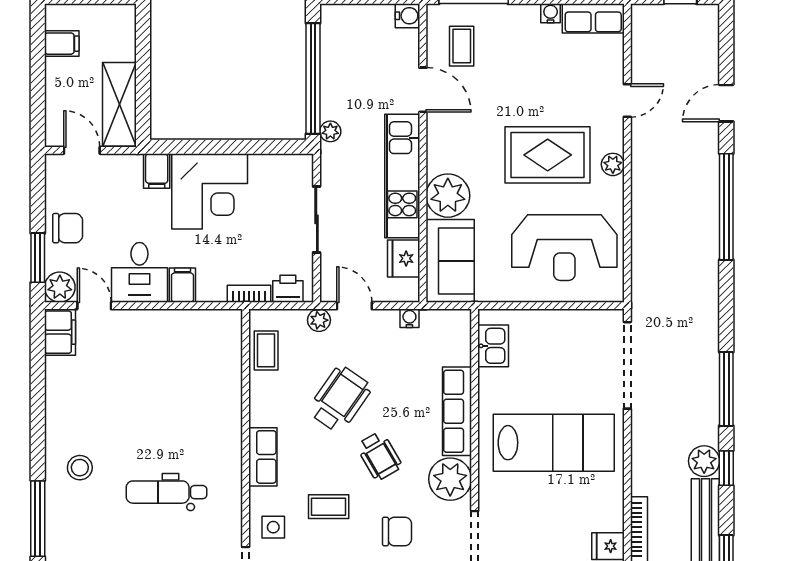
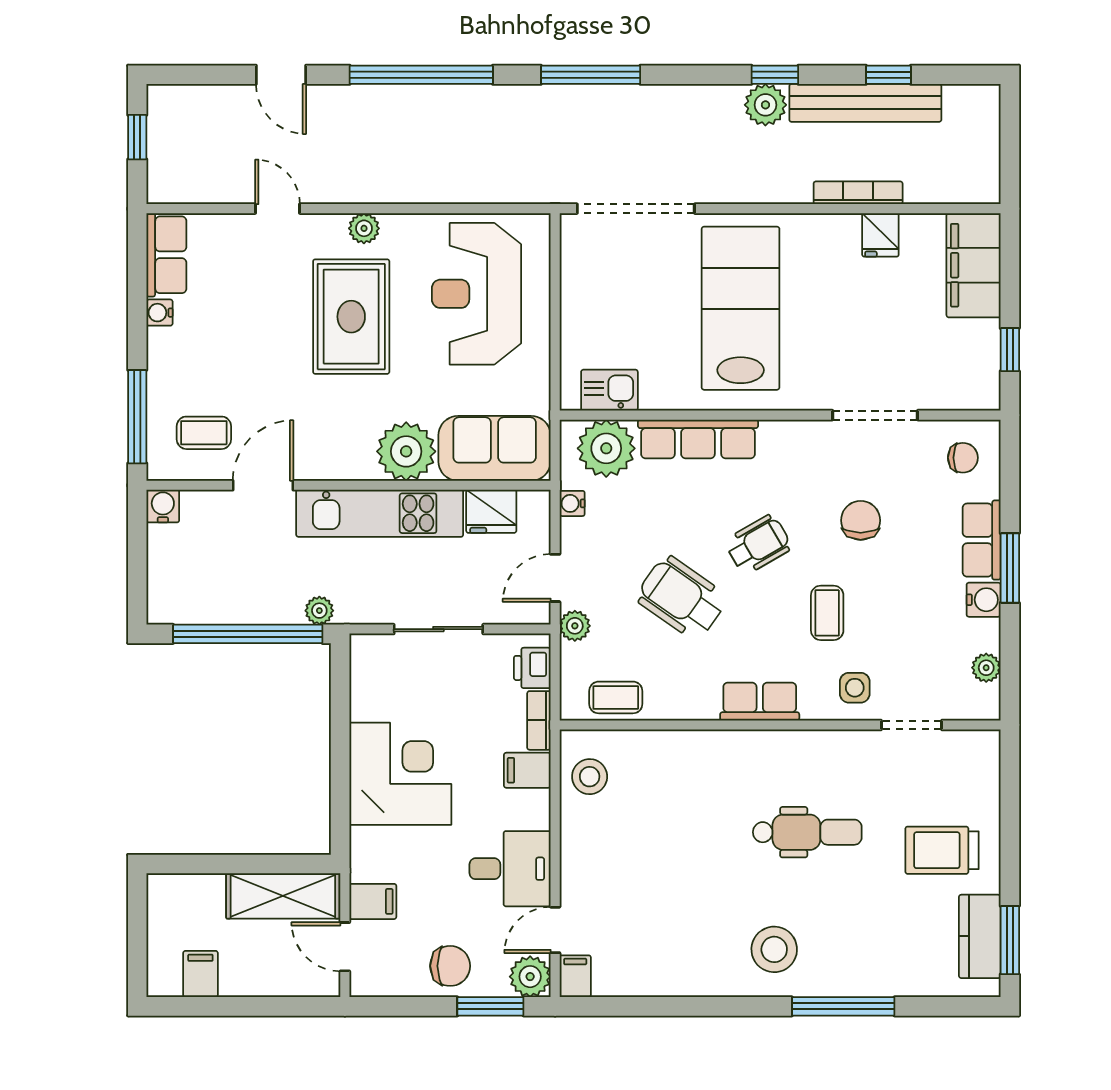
door: (82, 150) -> (345, 947), hinge flipped
filing cabinet: (157, 171) -> (373, 901), moved
chair: (68, 228) -> (450, 966), turned 90
reception desk: (564, 248) -> (476, 294), turned 180
filing cabinet: (182, 285) -> (527, 770), moved
stool: (208, 331) -> (590, 777), added
filing cabinet: (60, 332) -> (575, 976), width x0.50
window: (726, 389) -> (591, 75), moved
stool: (80, 468) -> (774, 949), width x1.38, depth x1.38
plant: (450, 479) -> (606, 448), moved
dental chair: (166, 492) -> (807, 832), turned -90

